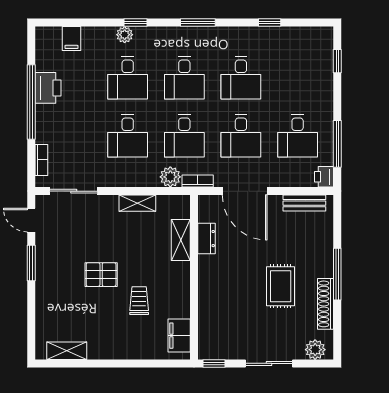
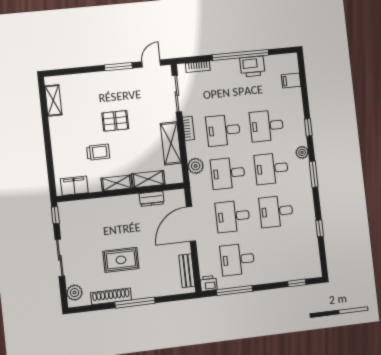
plant: (125, 35) -> (302, 152), moved
bookcase: (198, 181) -> (188, 128), moved
shelving: (137, 203) -> (171, 143), width x1.50, depth x1.33
pallet: (101, 275) -> (115, 121), turned 90
shelving: (182, 281) -> (117, 183), added

